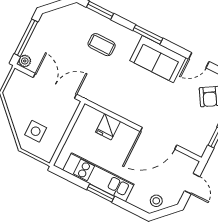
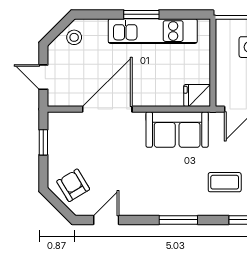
sofa: (158, 59) -> (177, 129), moved, turned 180
fridge: (108, 127) -> (197, 96), moved, turned -90

